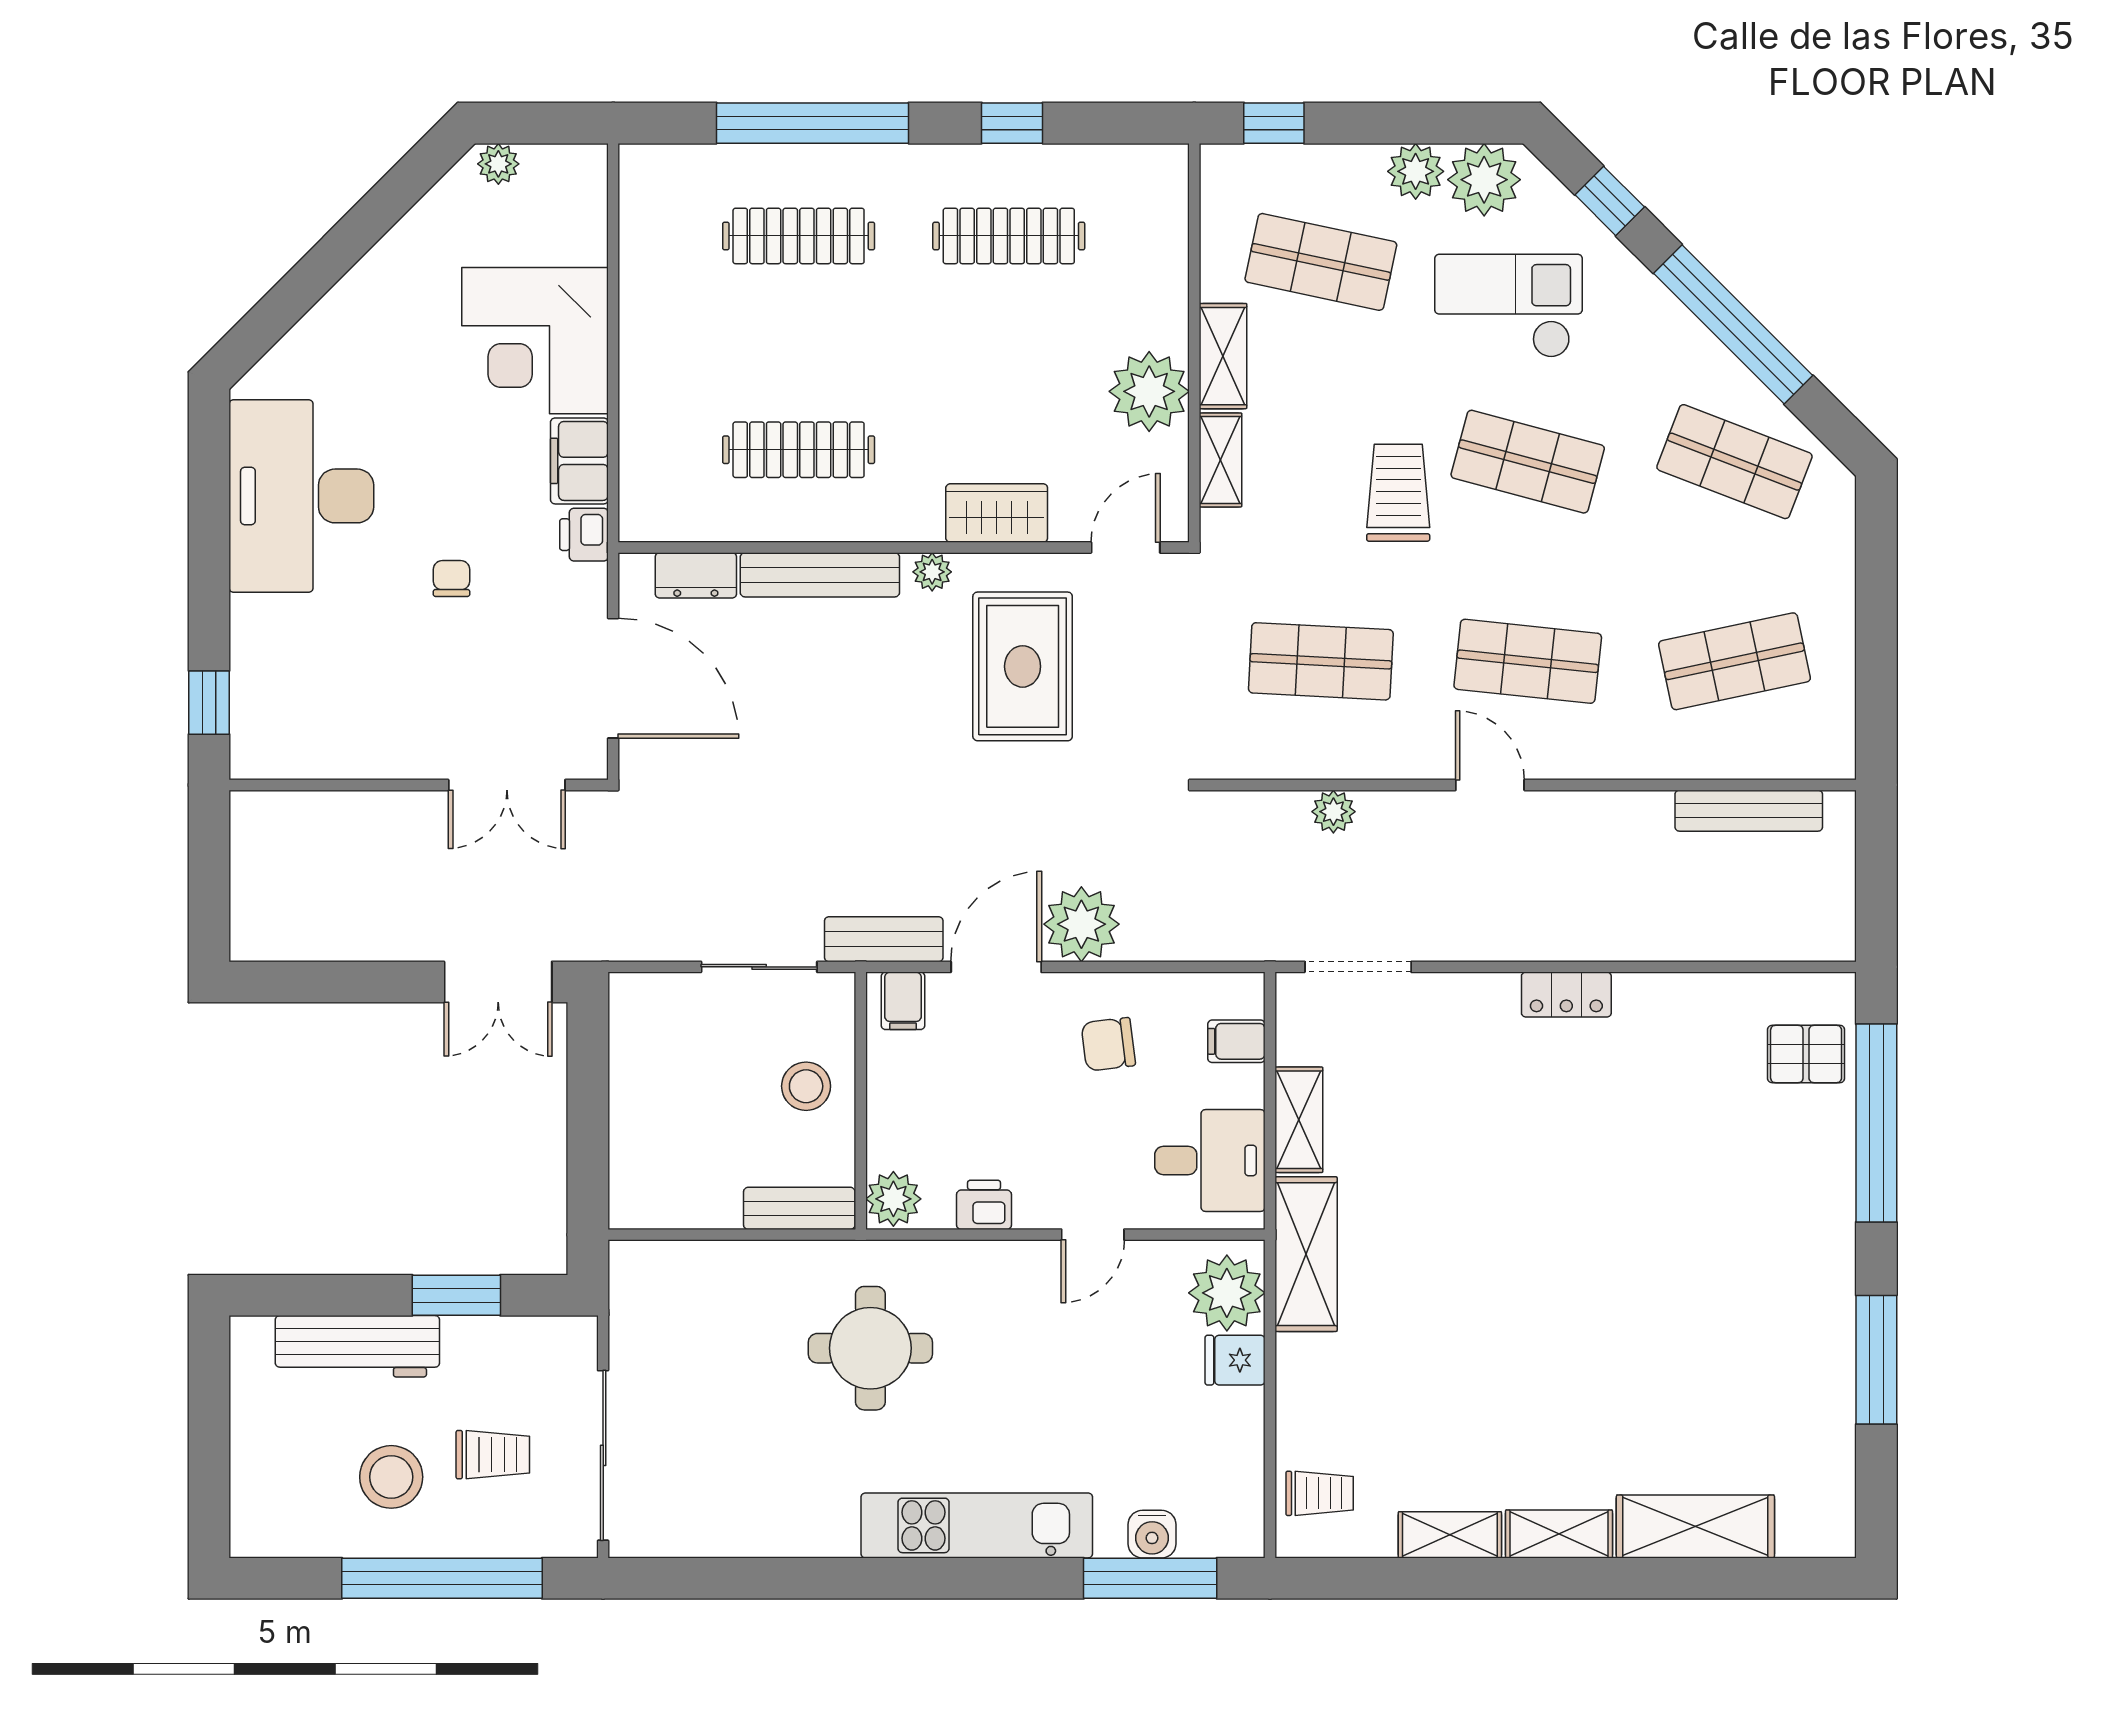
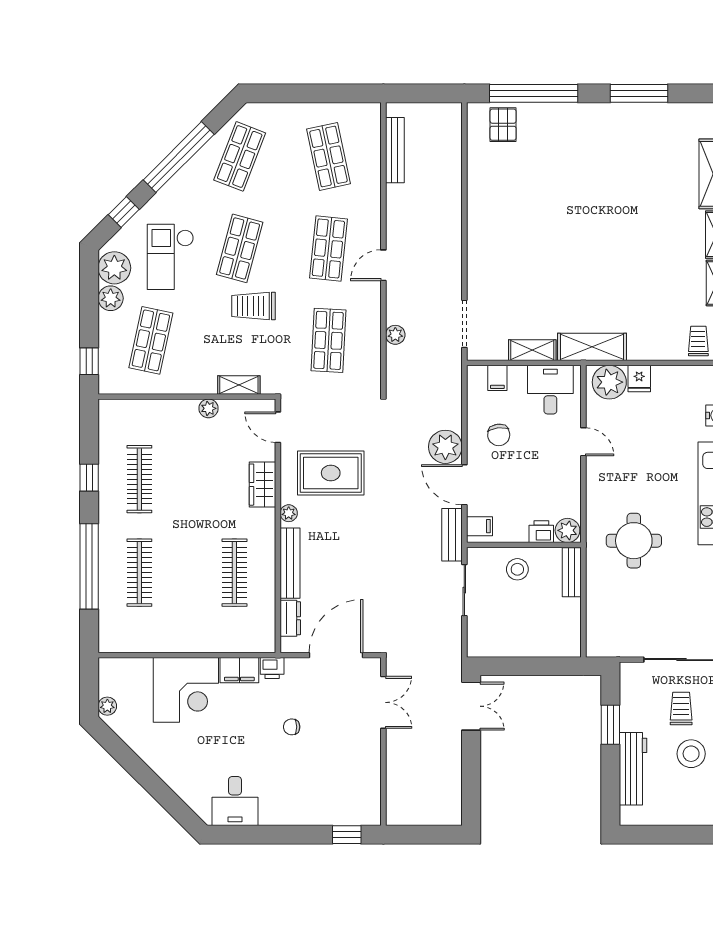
shelving: (1223, 356) -> (193, 384), removed
plant: (1149, 391) -> (208, 408), width x0.53, depth x0.53
desk: (301, 496) -> (235, 801), width x0.53, depth x0.77
locker: (1566, 995) -> (477, 231), removed
printer: (984, 1205) -> (541, 532), moved, turned 90

